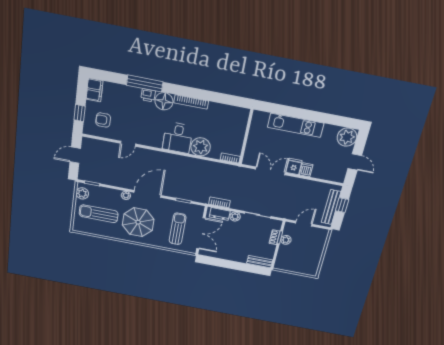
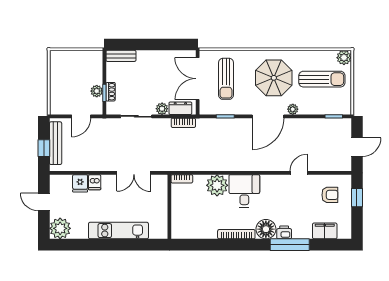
filing cabinet: (94, 90) -> (325, 231), moved, turned 90
fridge: (294, 166) -> (80, 183), moved
plant: (82, 193) -> (344, 58), moved

